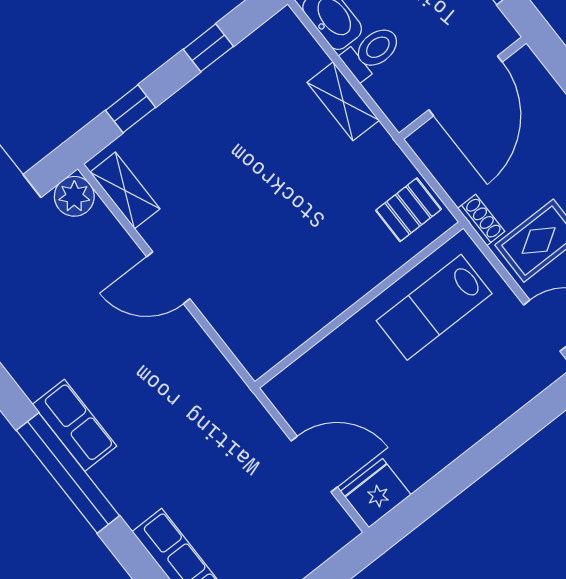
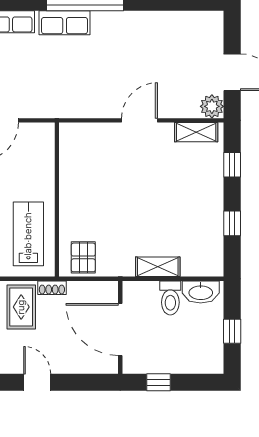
row of seats: (75, 425) -> (65, 23), moved

